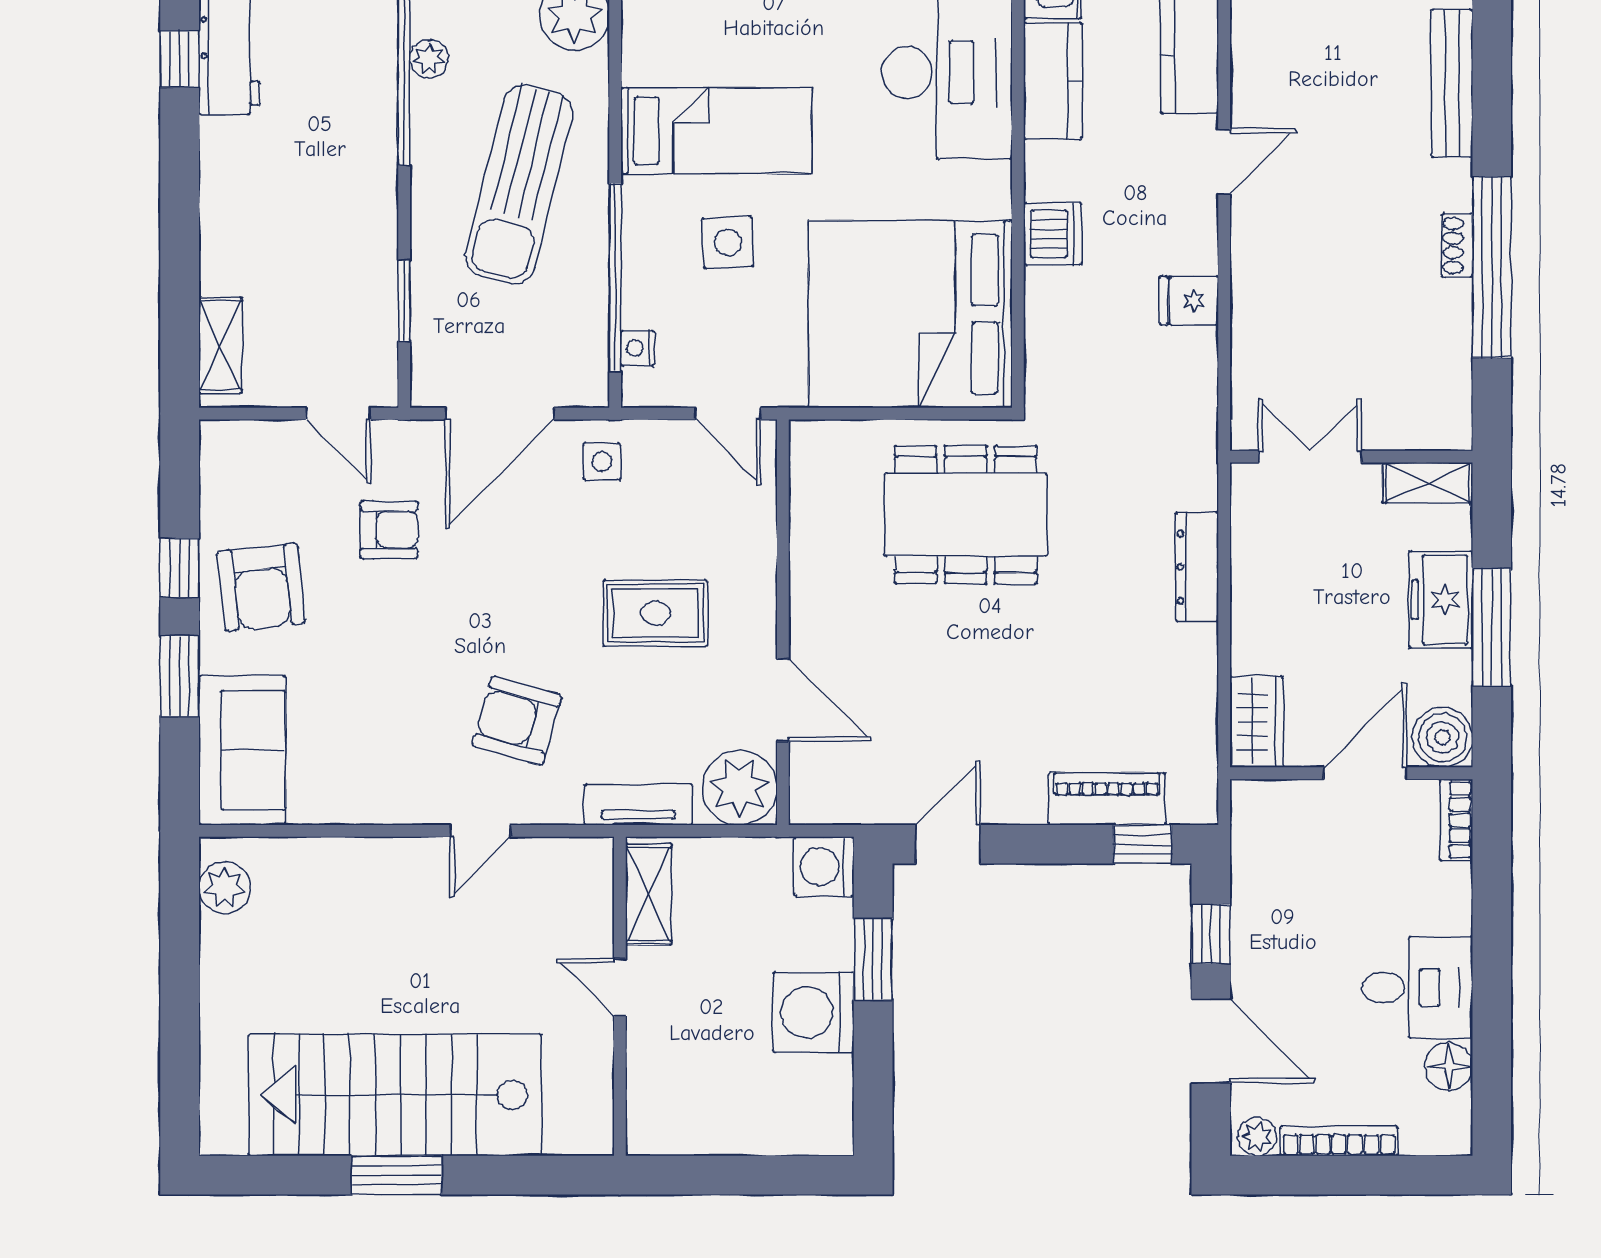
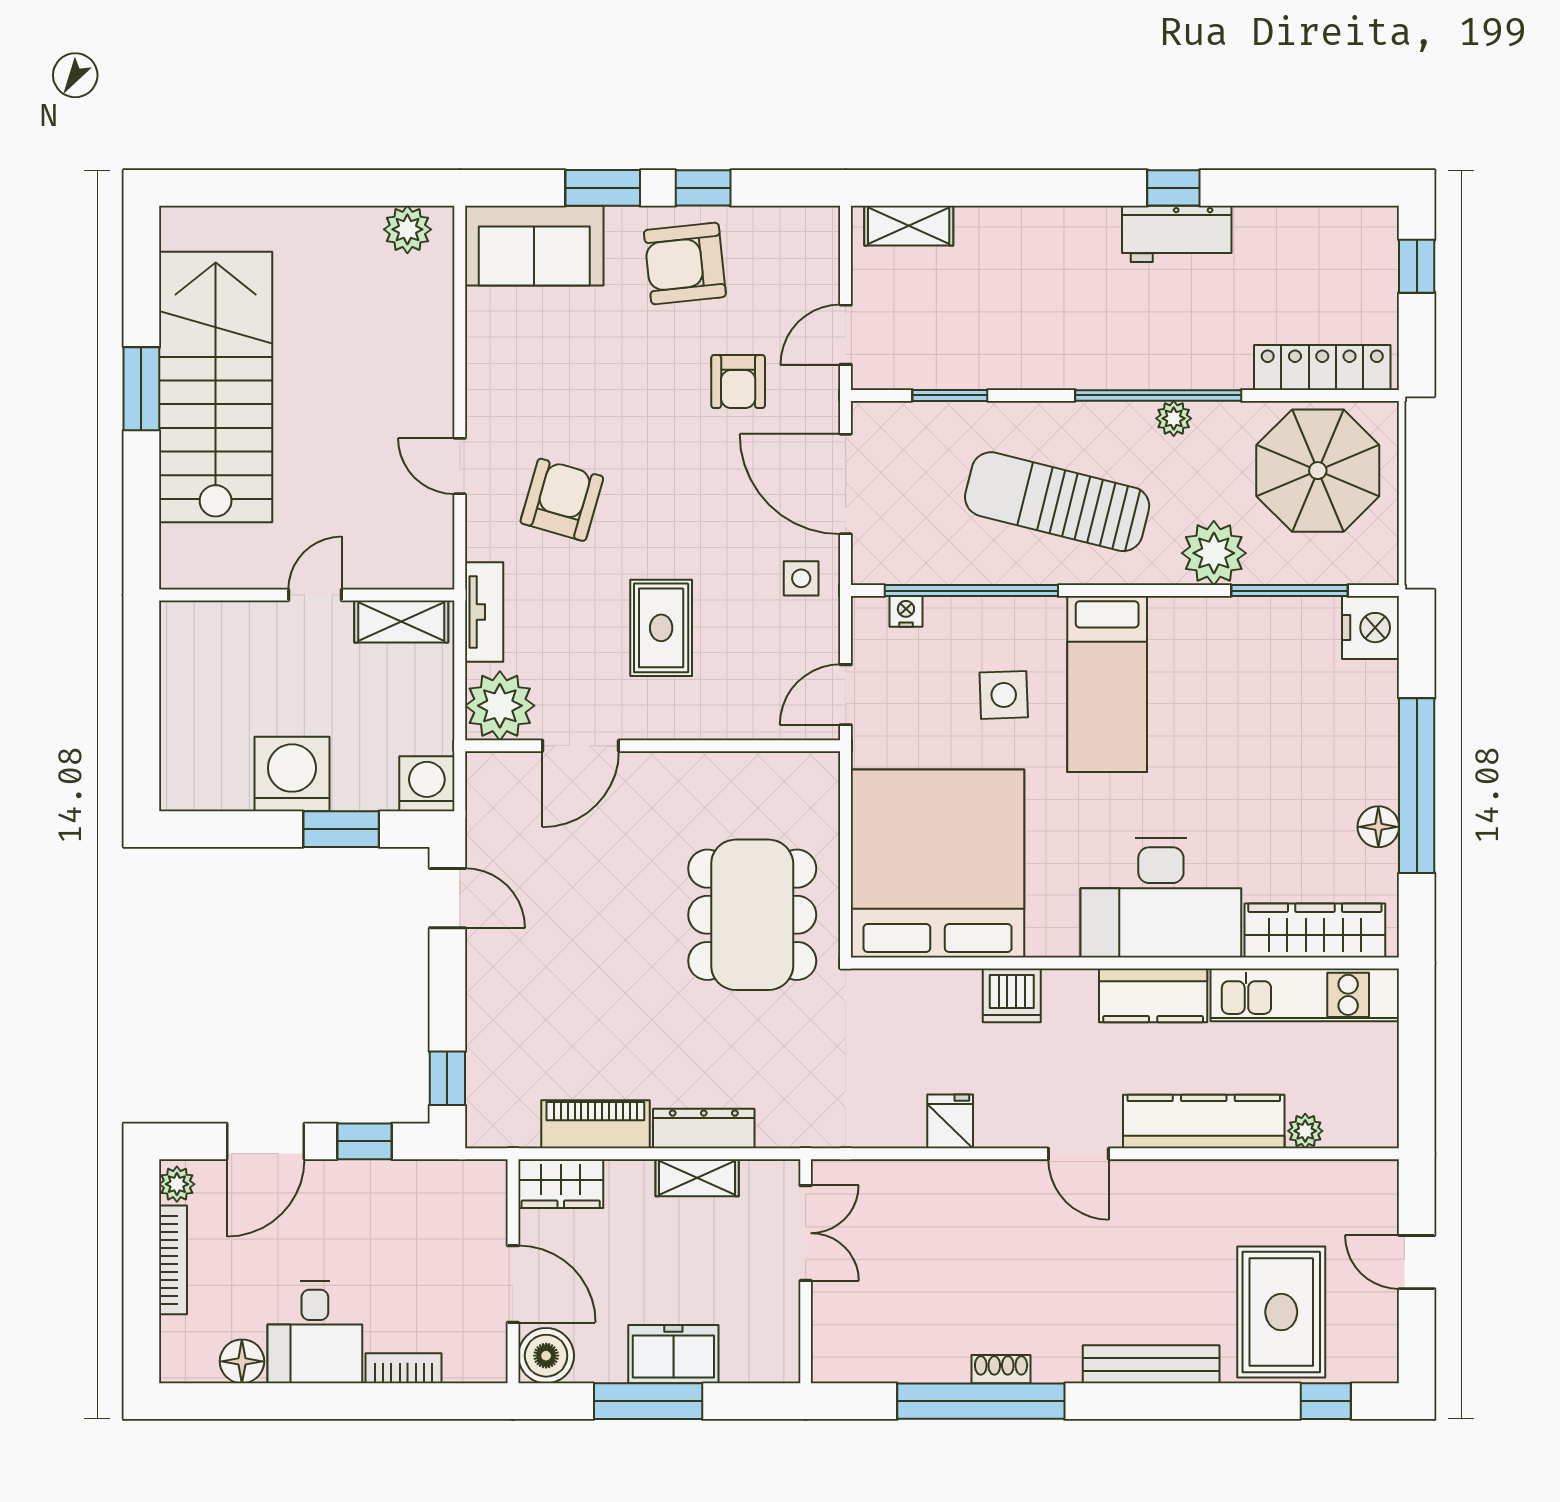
shelving: (1428, 483) -> (697, 1178), moved, turned 90
piano: (1107, 799) -> (595, 1124), moved, turned -90
bookcase: (1456, 820) -> (404, 1368), moved

